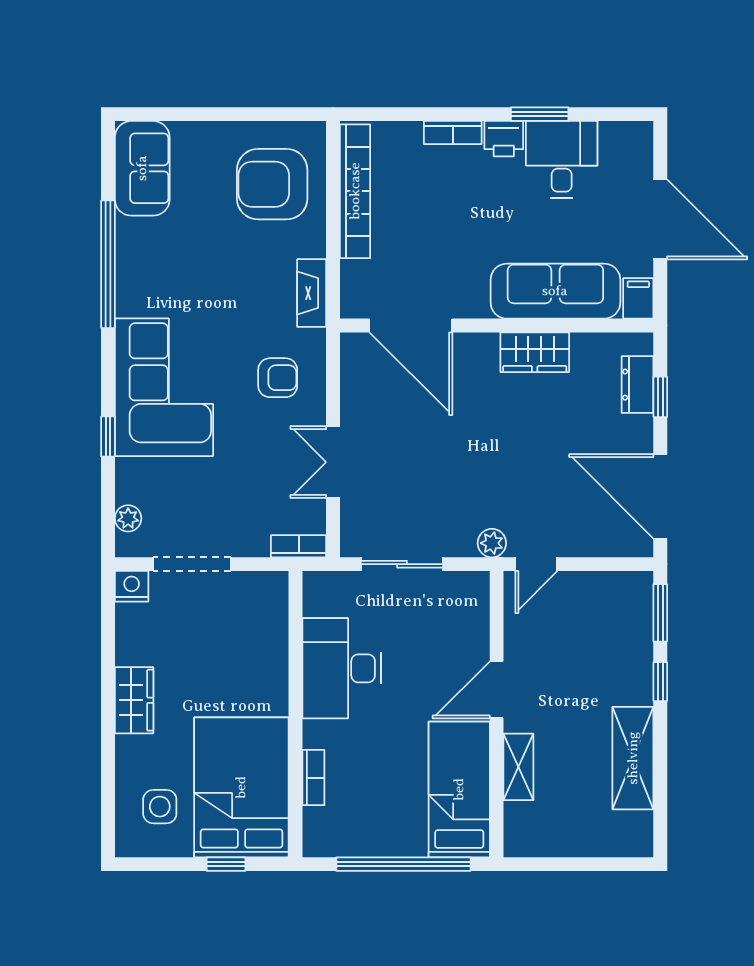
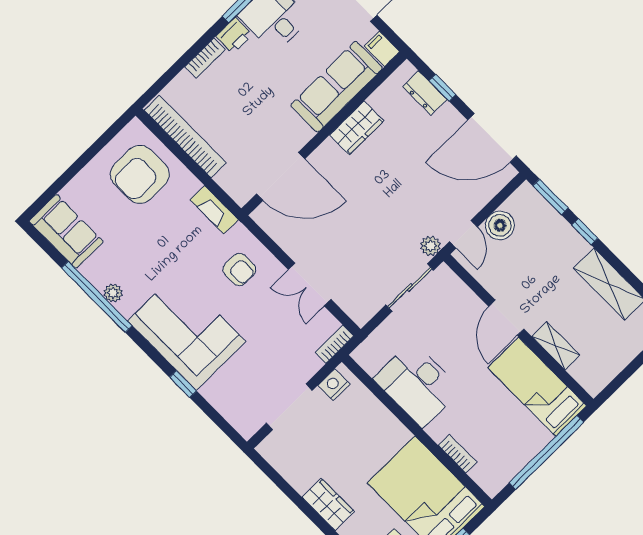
armchair: (278, 378) -> (239, 269), turned 90
plant: (128, 518) -> (113, 293), moved
sliding door: (402, 564) -> (410, 288), moved
nightstand: (132, 586) -> (334, 385), moved
boiler: (582, 591) -> (500, 225), added

